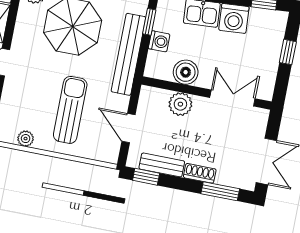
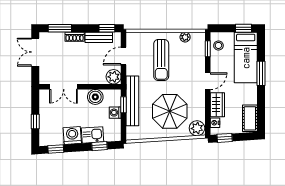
window: (149, 22) -> (123, 105), moved
plant: (180, 104) -> (114, 77), moved
door: (128, 128) -> (123, 56), swing flipped

